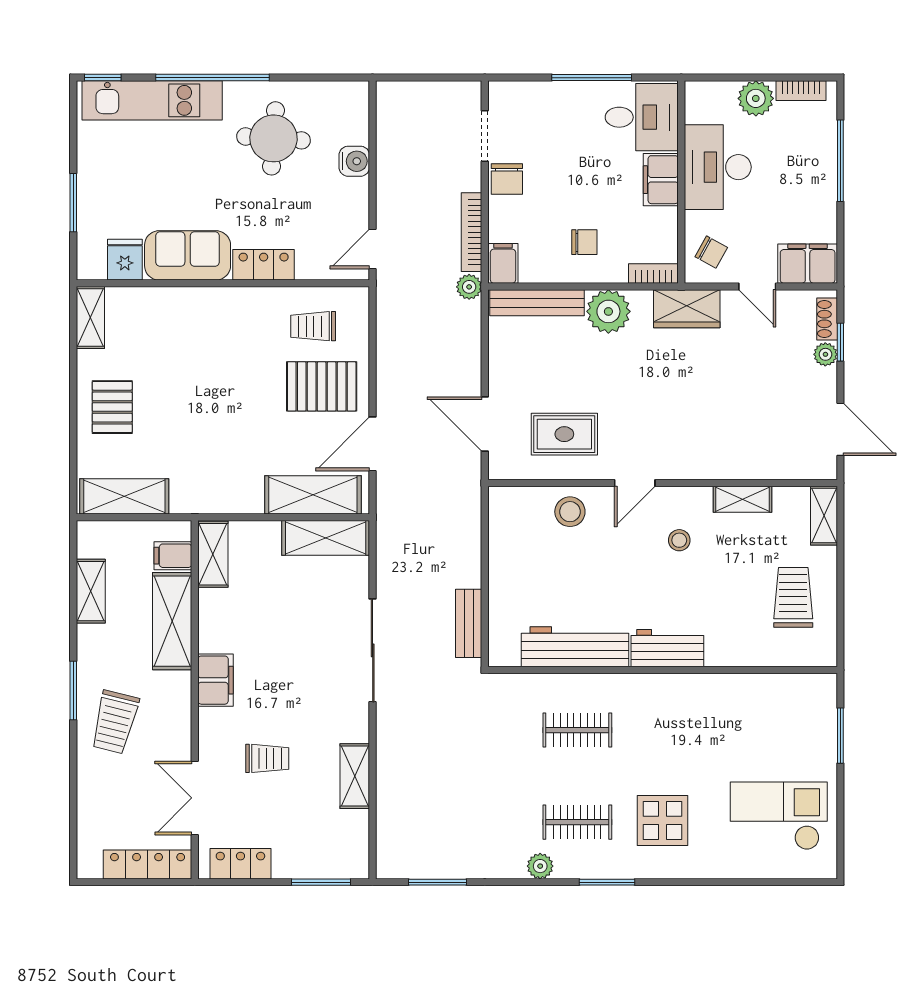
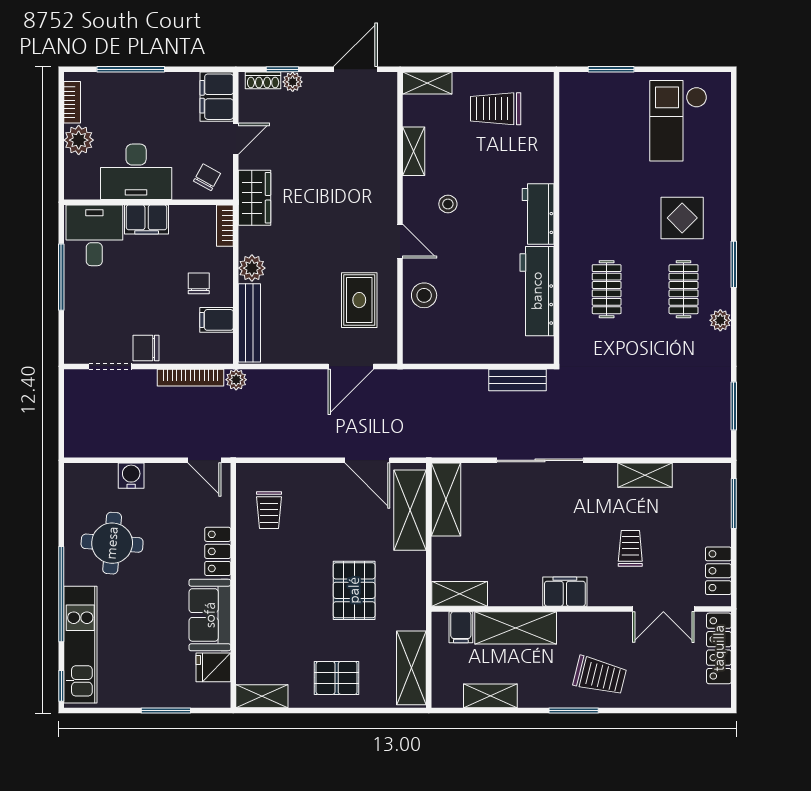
chair: (507, 179) -> (146, 348), turned 180
filing cabinet: (503, 263) -> (217, 320), moved
plant: (608, 311) -> (252, 268), width x0.73, depth x0.73
pallet: (322, 386) -> (354, 590), moved

